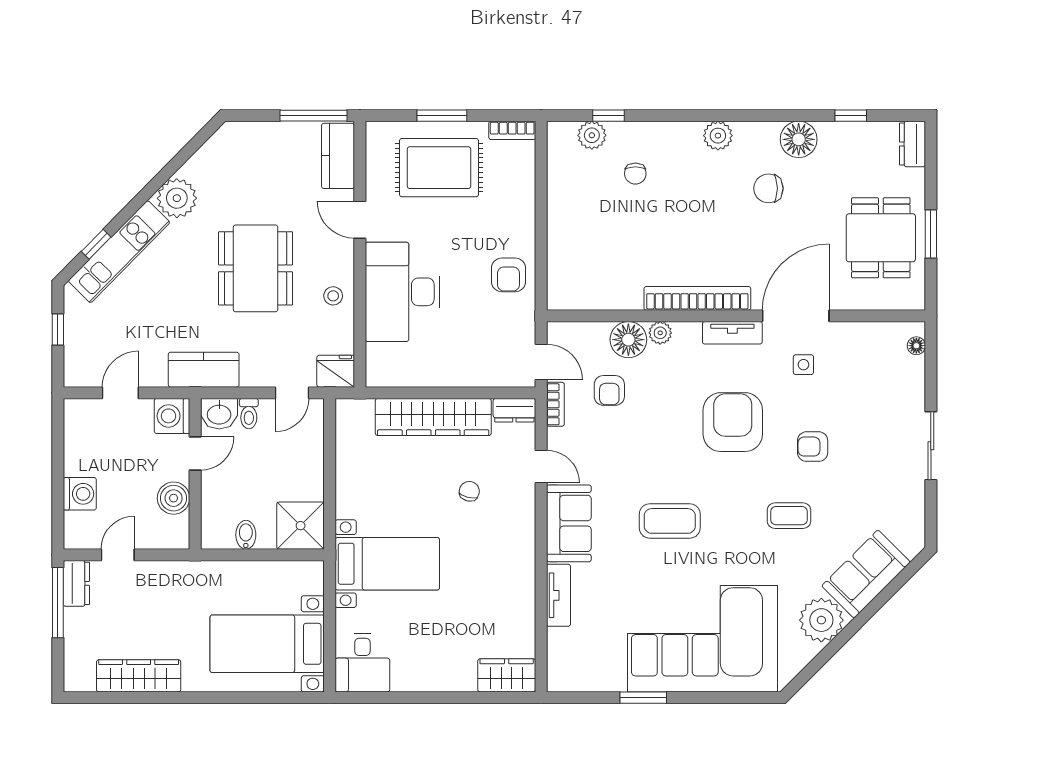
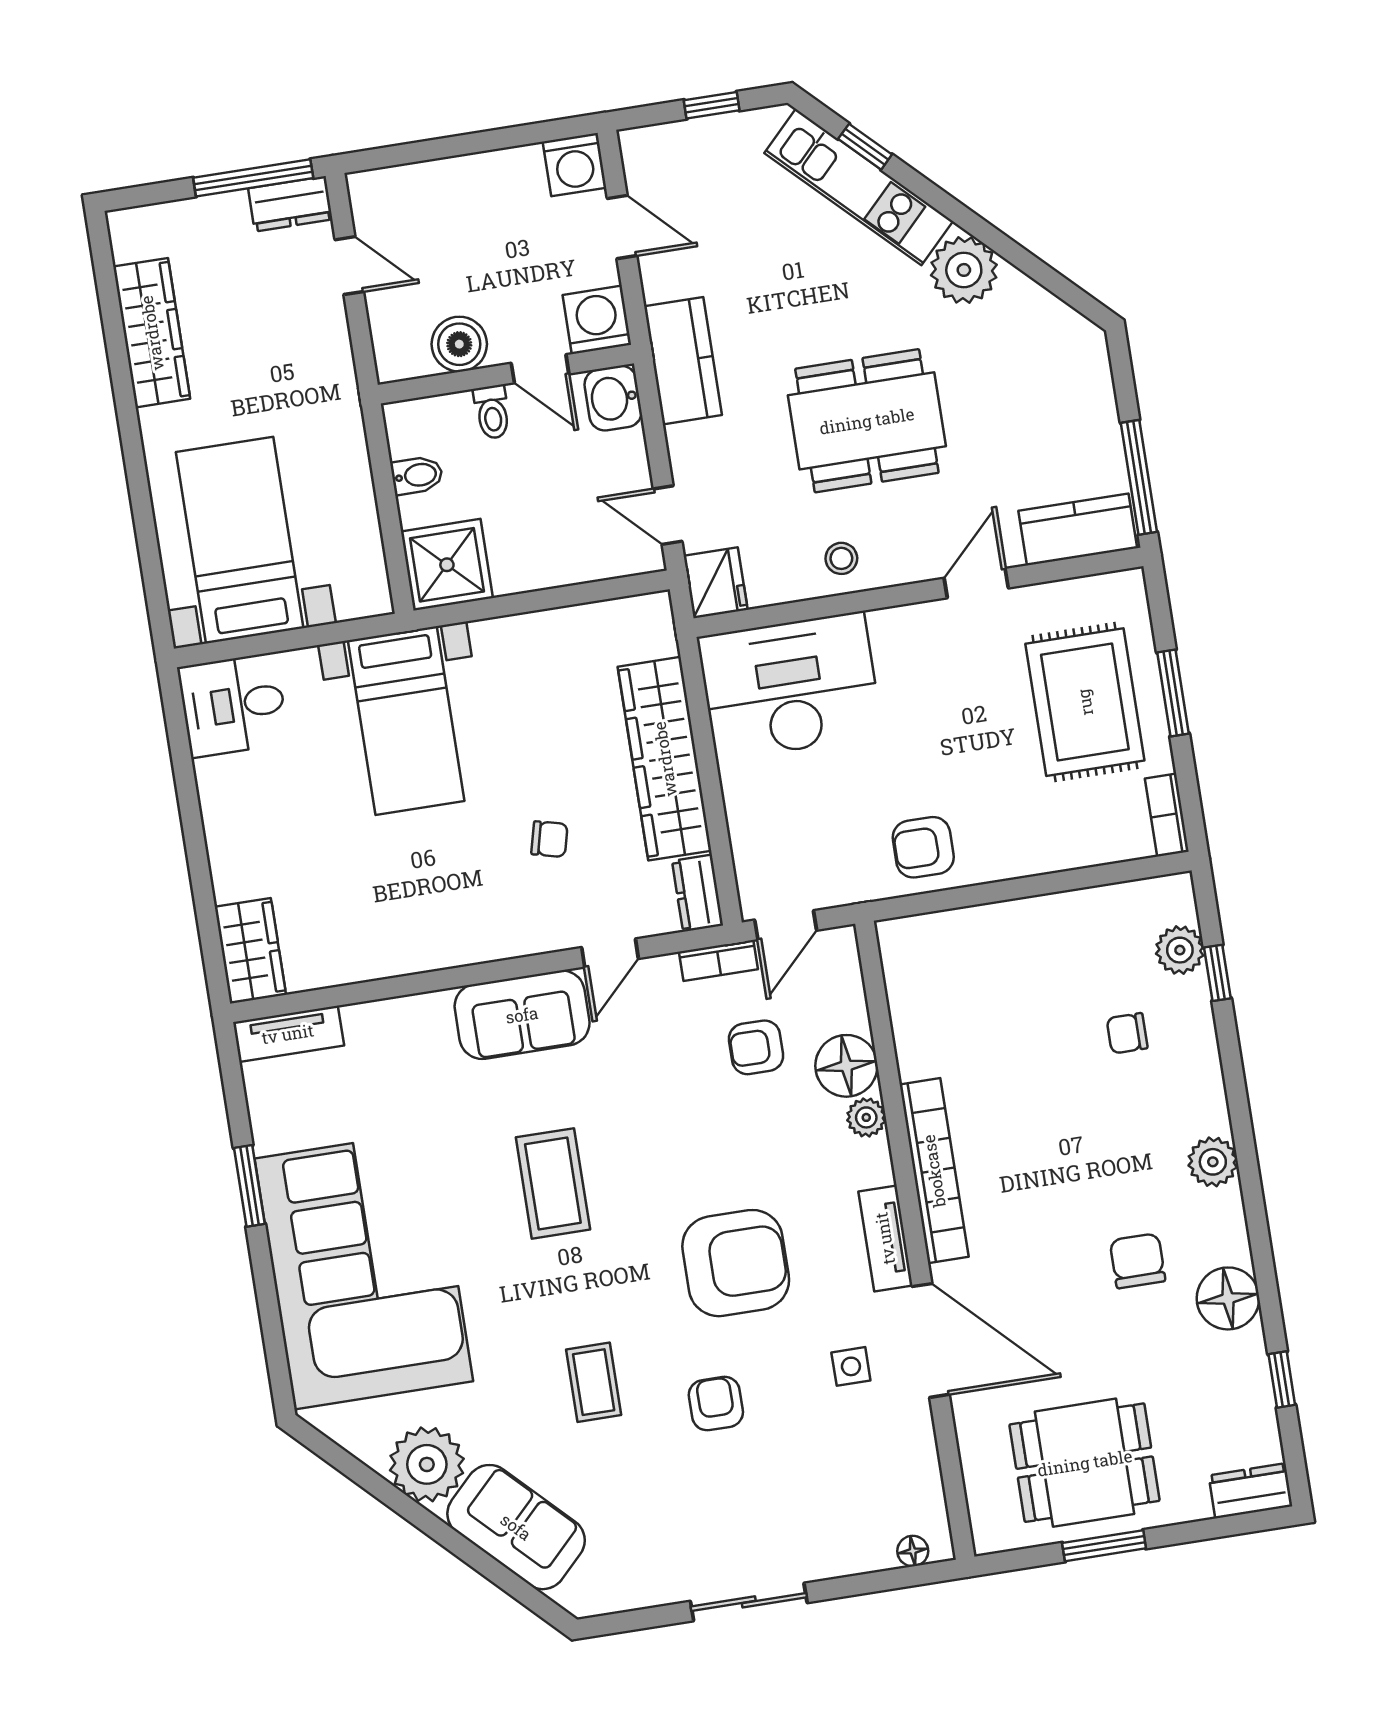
desk: (403, 292) -> (790, 686), moved
toilet: (249, 414) -> (492, 412), moved, turned -90
washing machine: (80, 494) -> (574, 165), moved
tv unit: (558, 595) -> (288, 1034), moved

